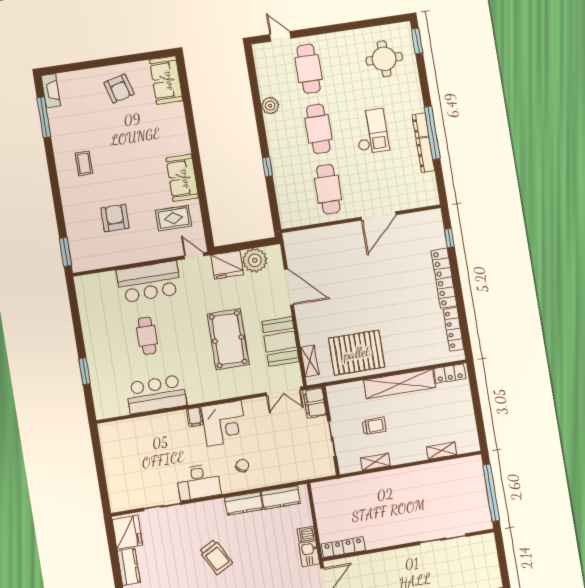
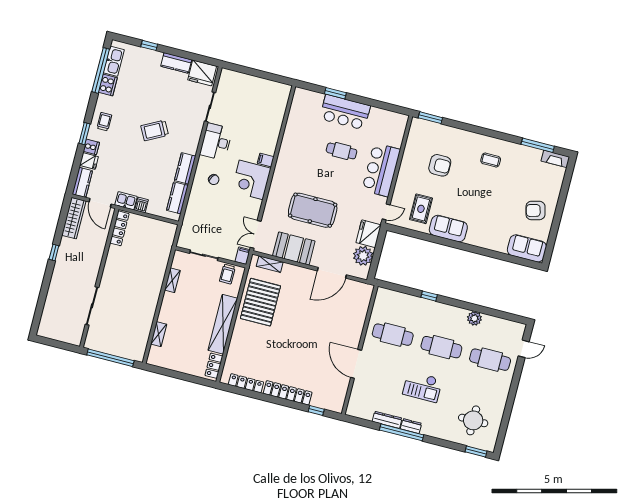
bar counter: (156, 394) -> (345, 112), moved, turned 90
filing cabinet: (315, 403) -> (243, 256), width x0.50
trolley: (374, 426) -> (227, 274), moved

